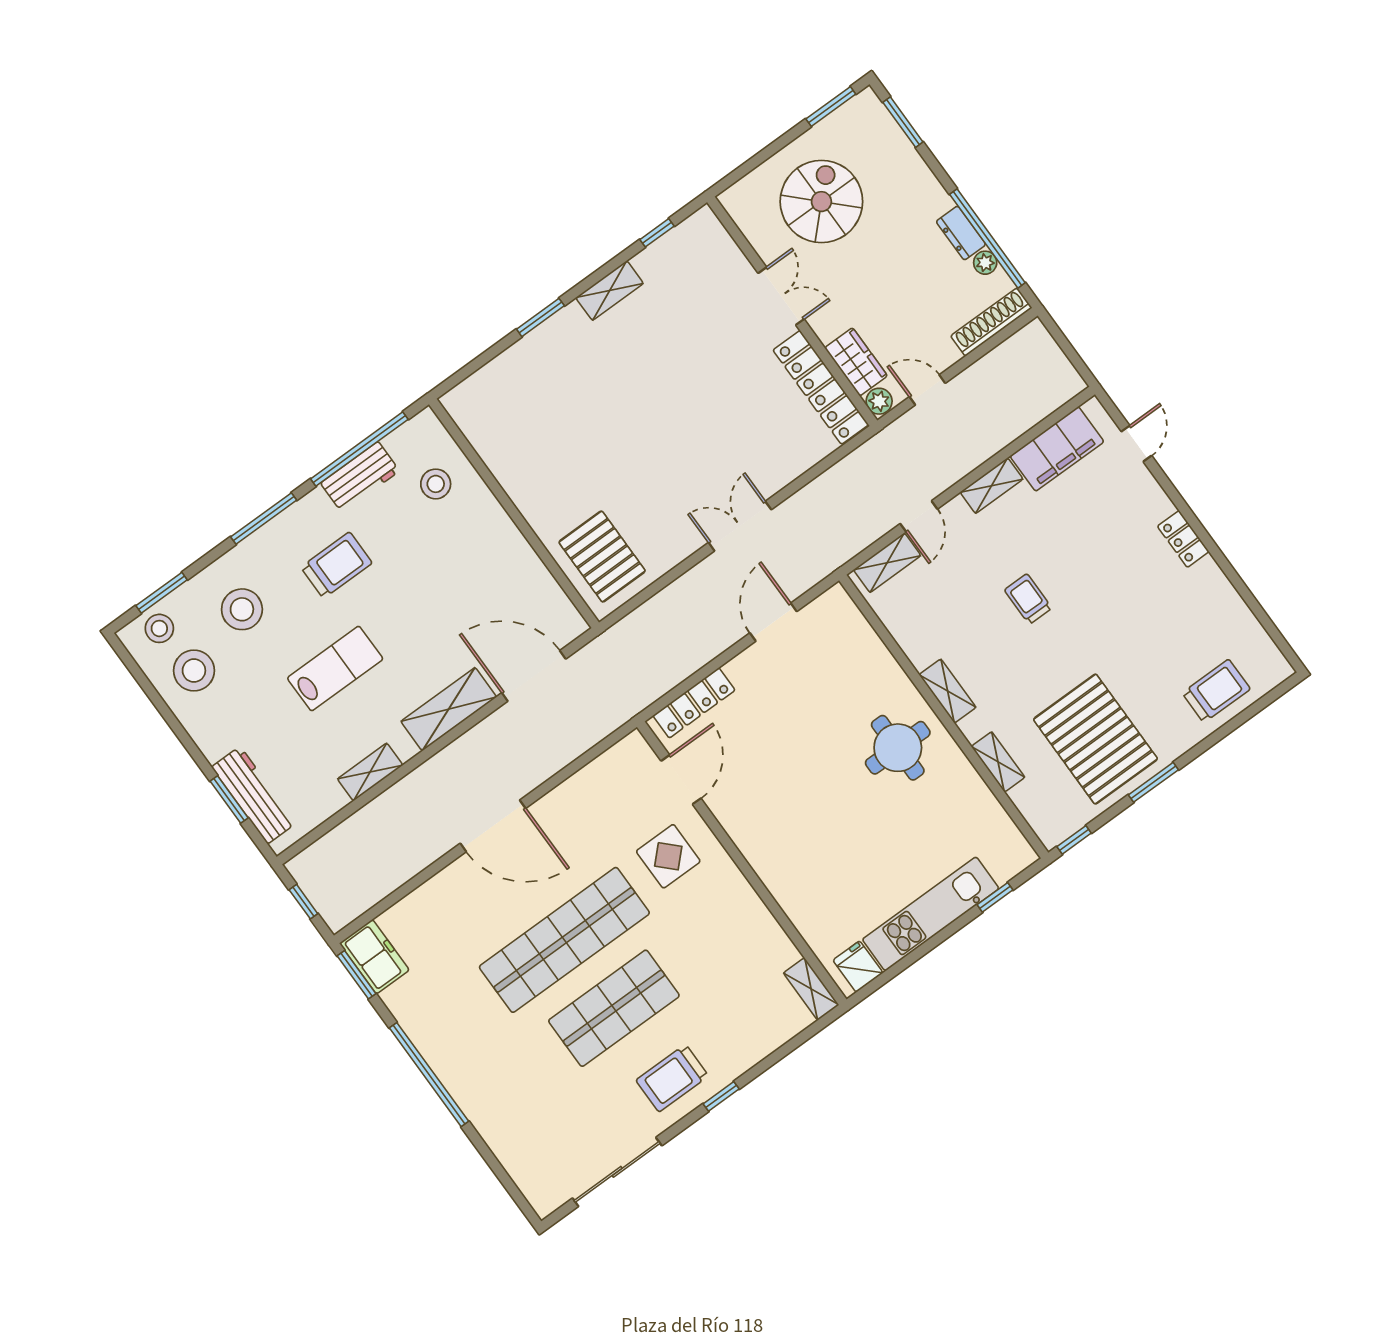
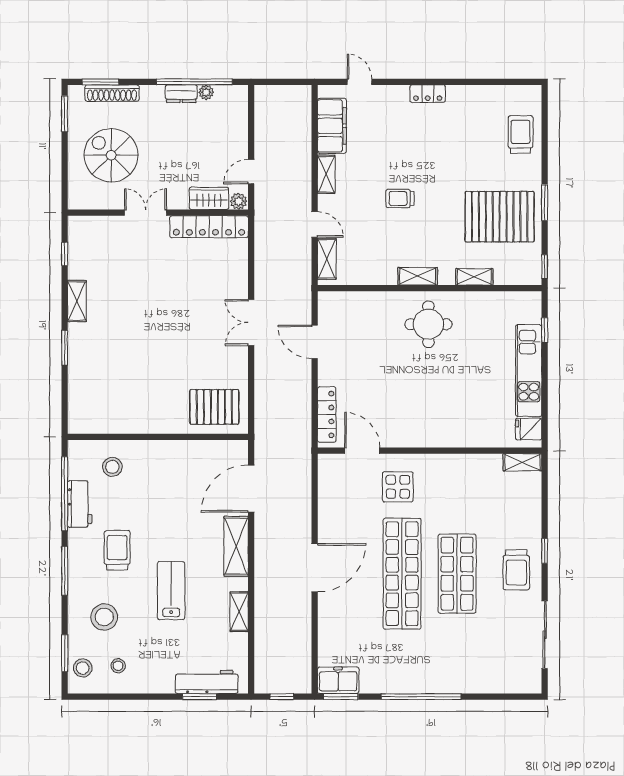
shoe rack: (991, 322) -> (112, 93), moved, turned -90
stool: (194, 671) -> (118, 666), width x0.53, depth x0.53

